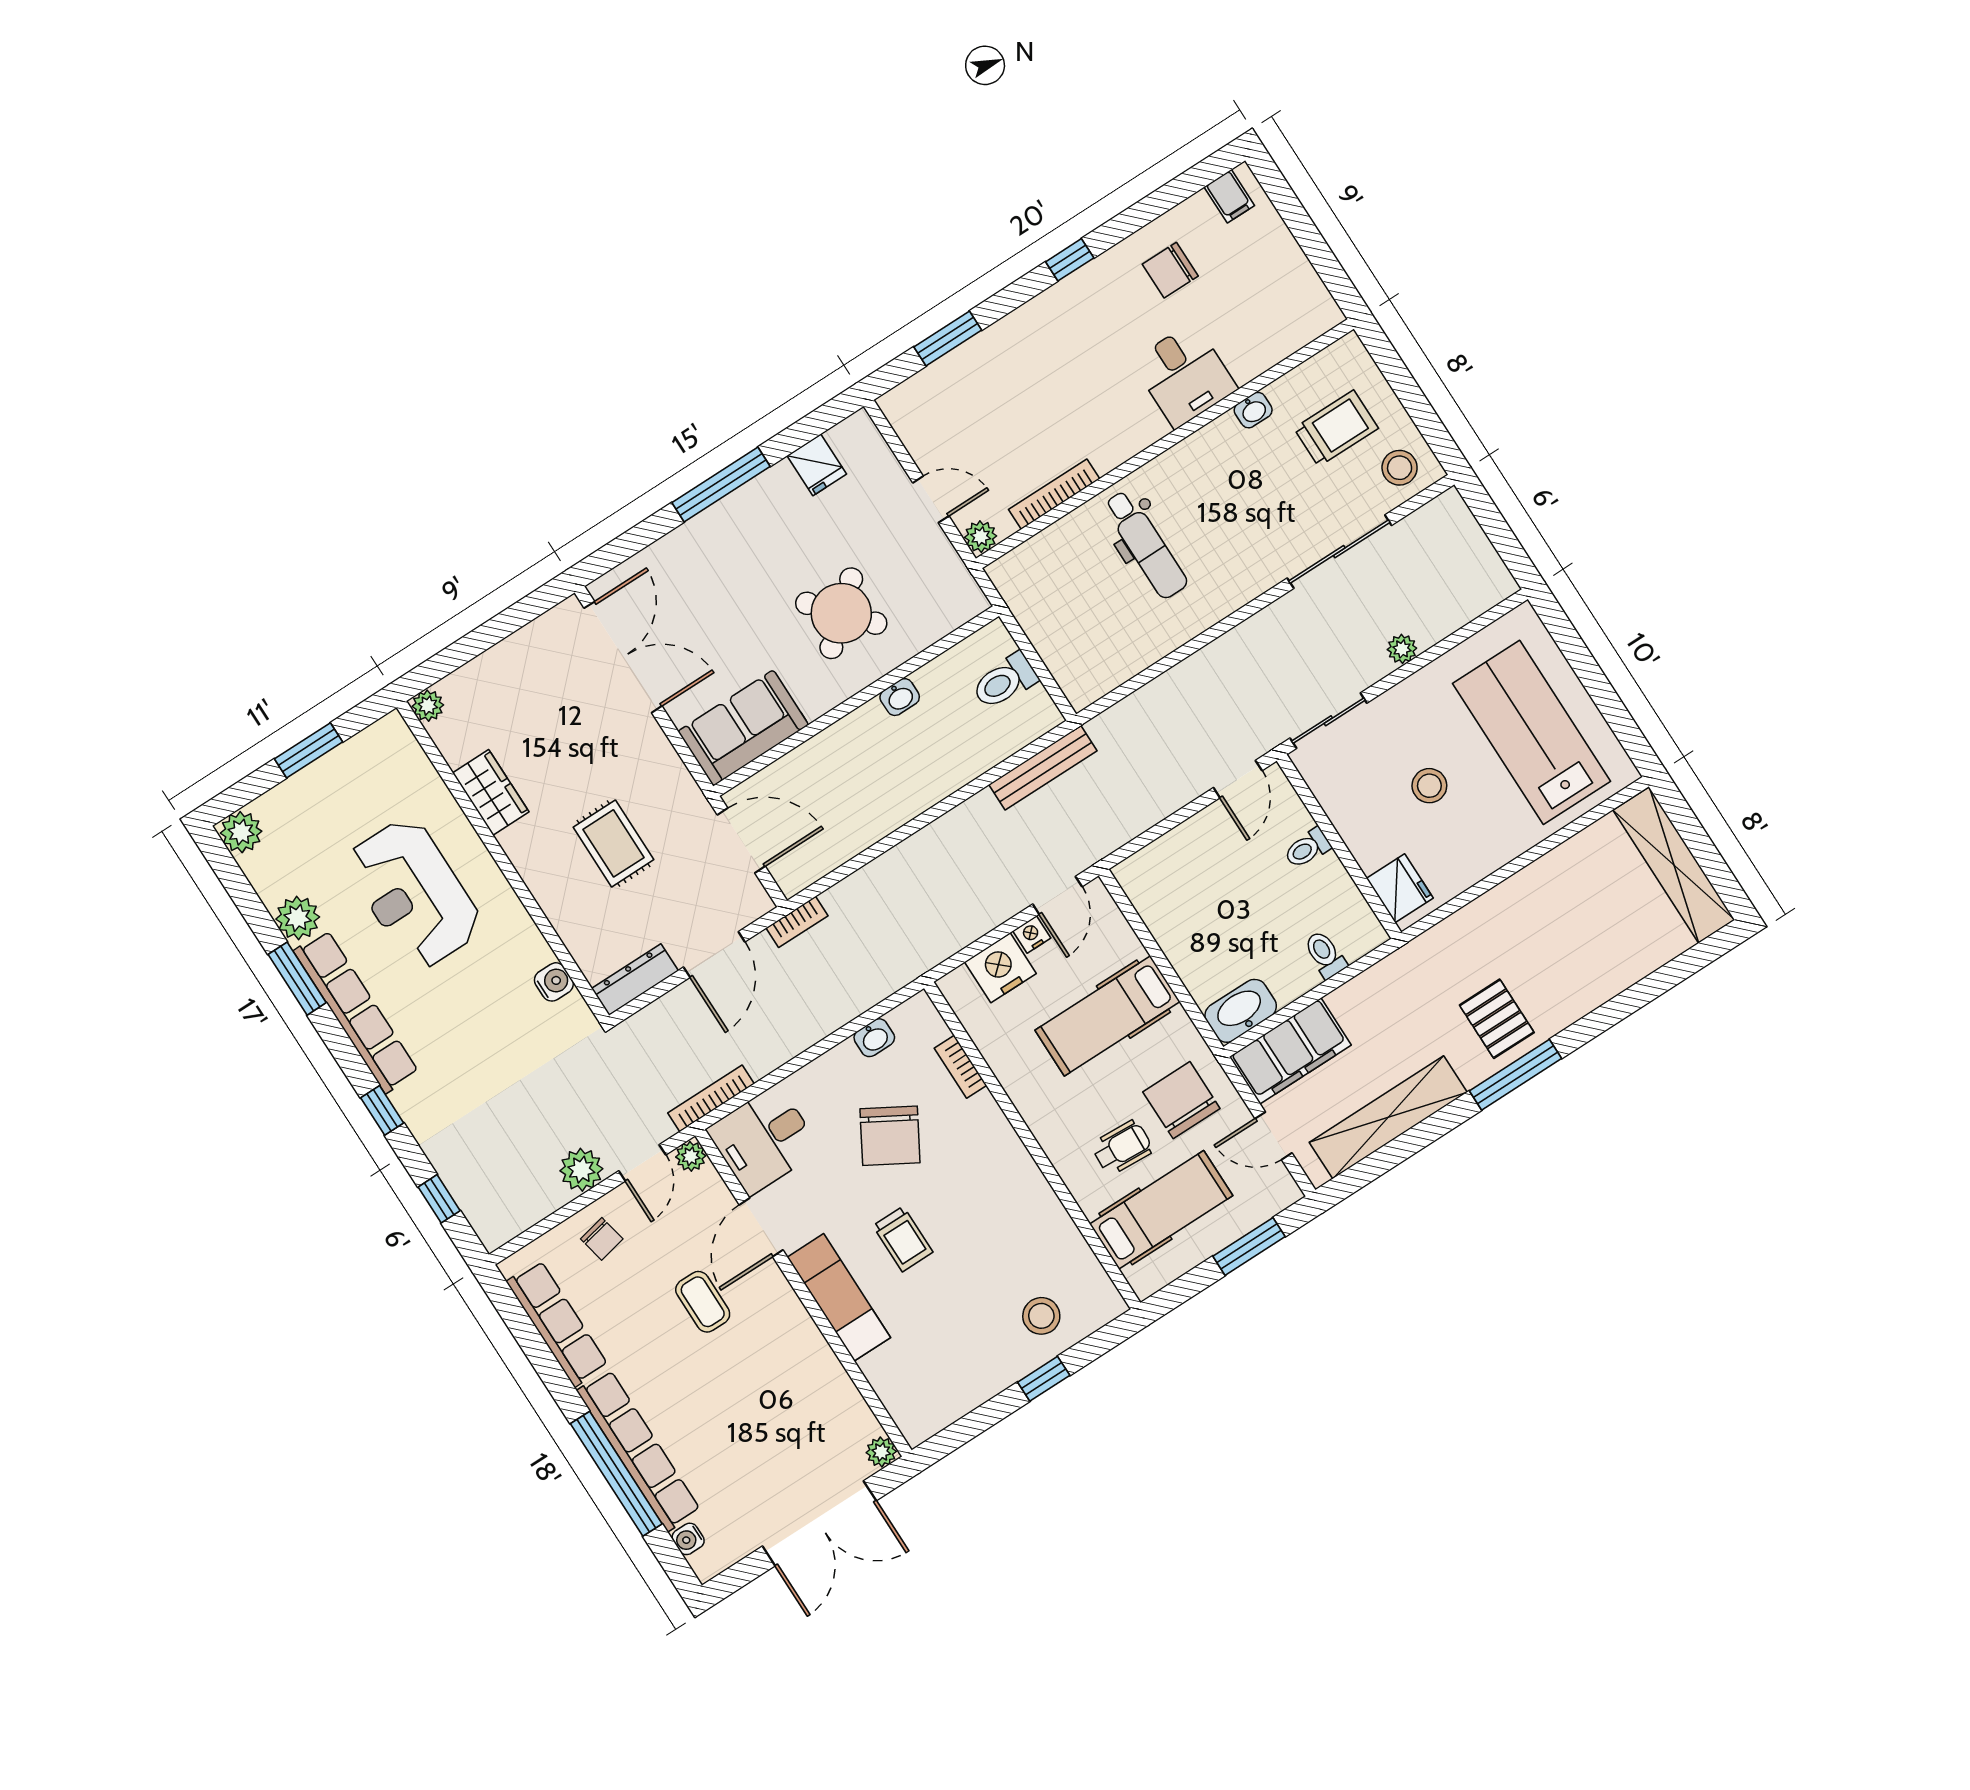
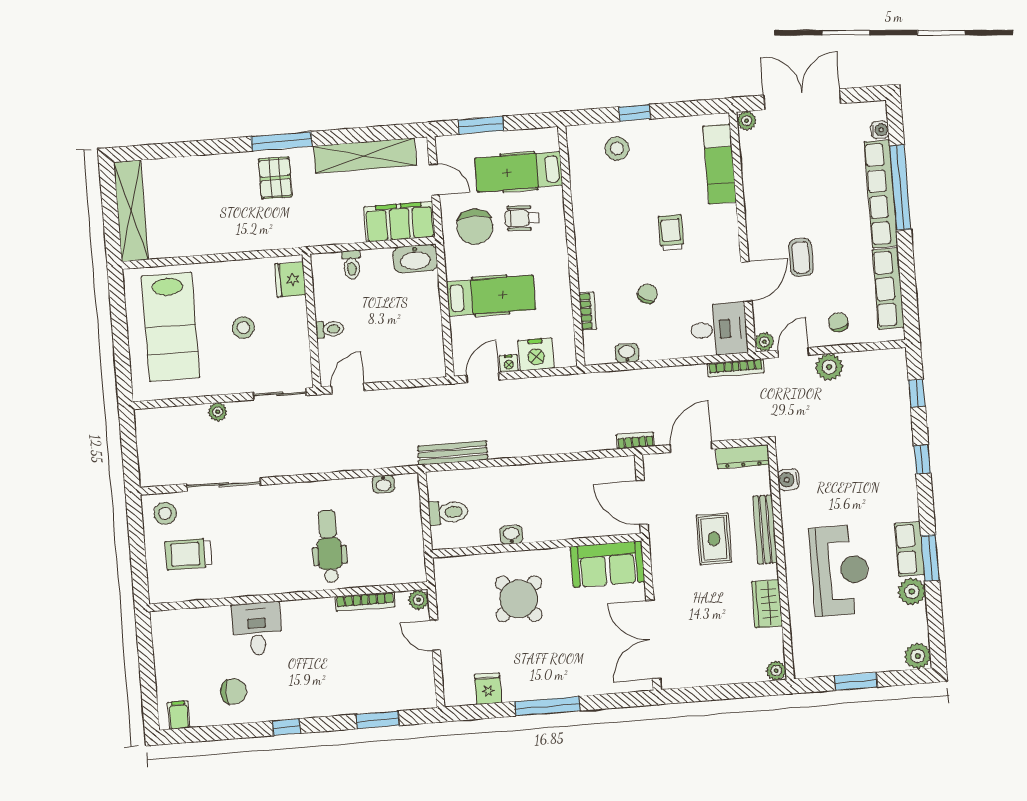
washbasin: (1253, 410) -> (384, 484), moved, turned 180
bench: (549, 895) -> (765, 530), added
row of seats: (356, 1012) -> (909, 549), width x0.50
chair: (890, 1136) -> (647, 294), width x0.54, depth x0.54
exam couch: (839, 1297) -> (720, 164), moved

